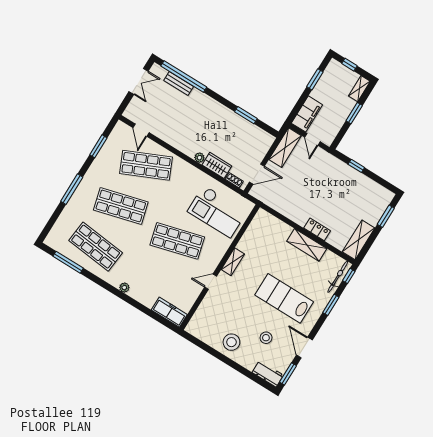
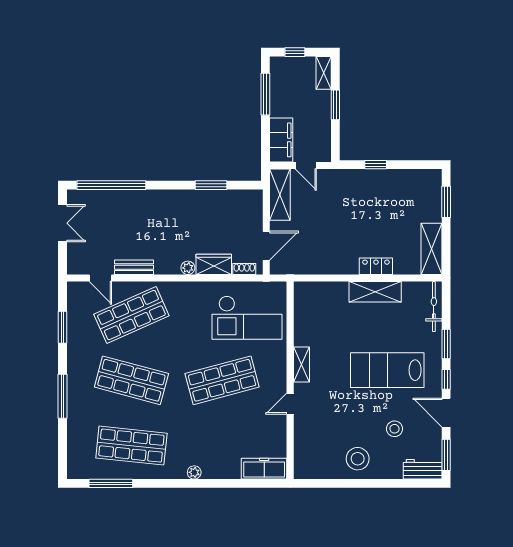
window: (315, 79) -> (265, 94), width x1.44
bench: (179, 83) -> (134, 267), moved
shop shelf: (121, 206) -> (131, 380), turned 30
window: (349, 276) -> (446, 379), moved

